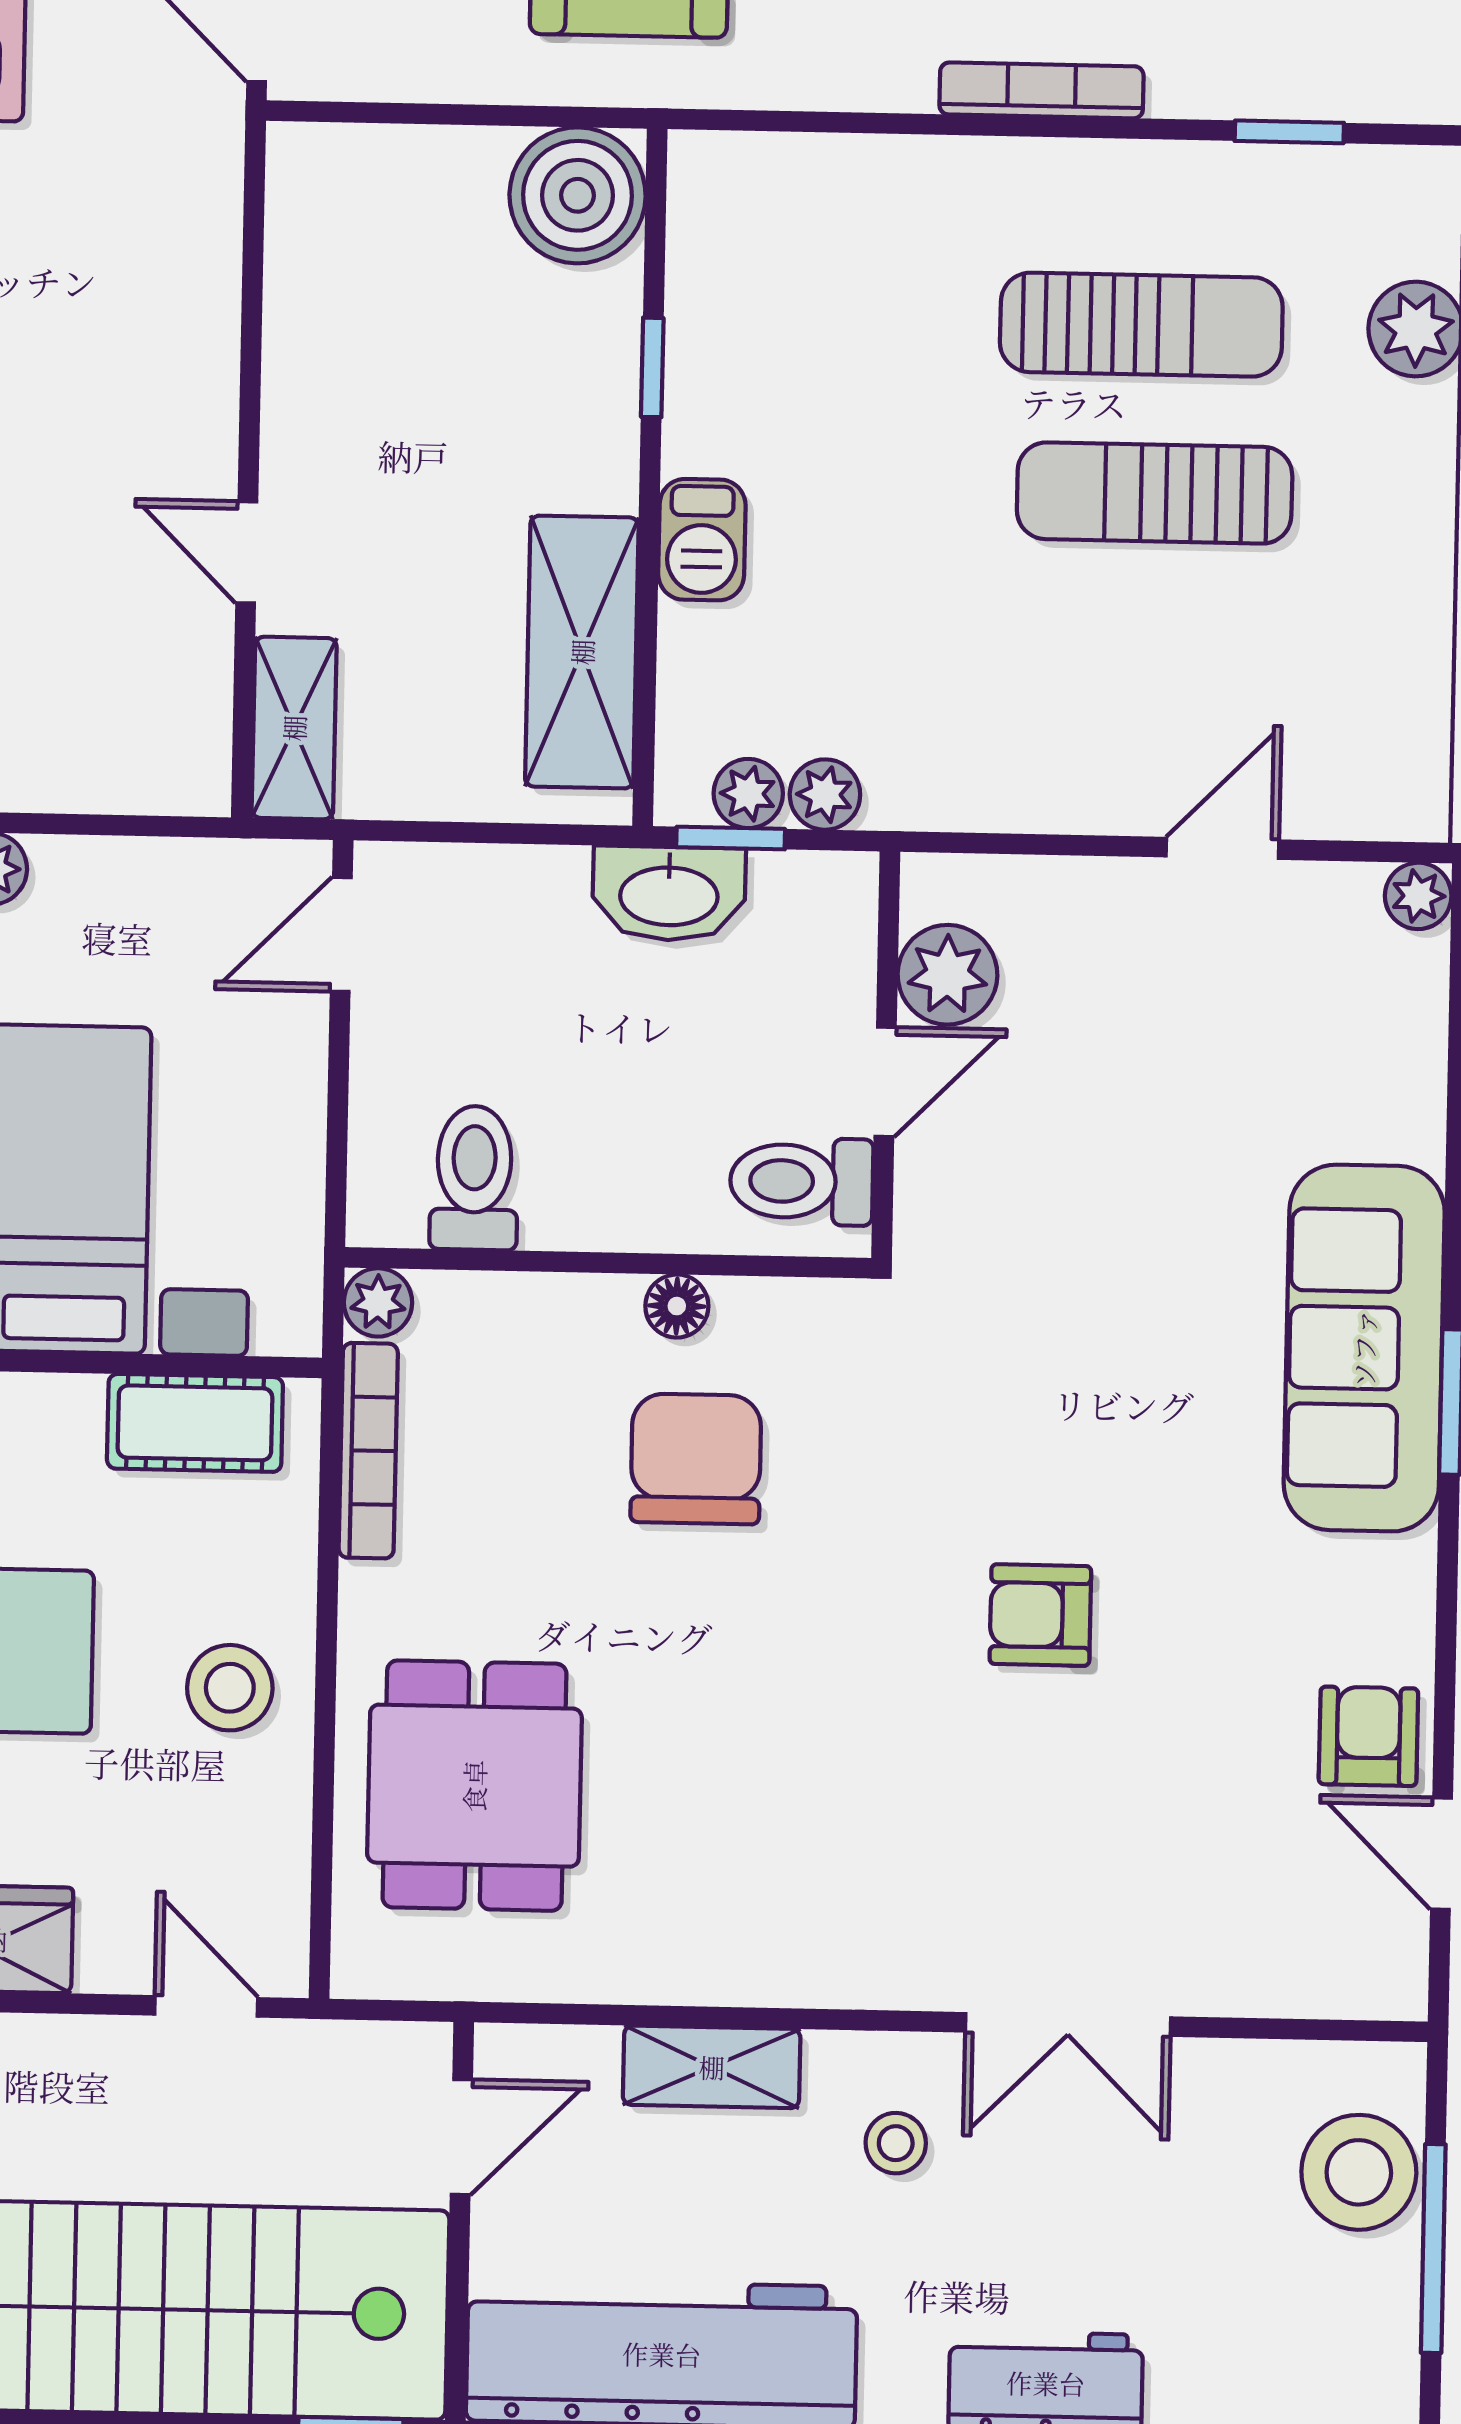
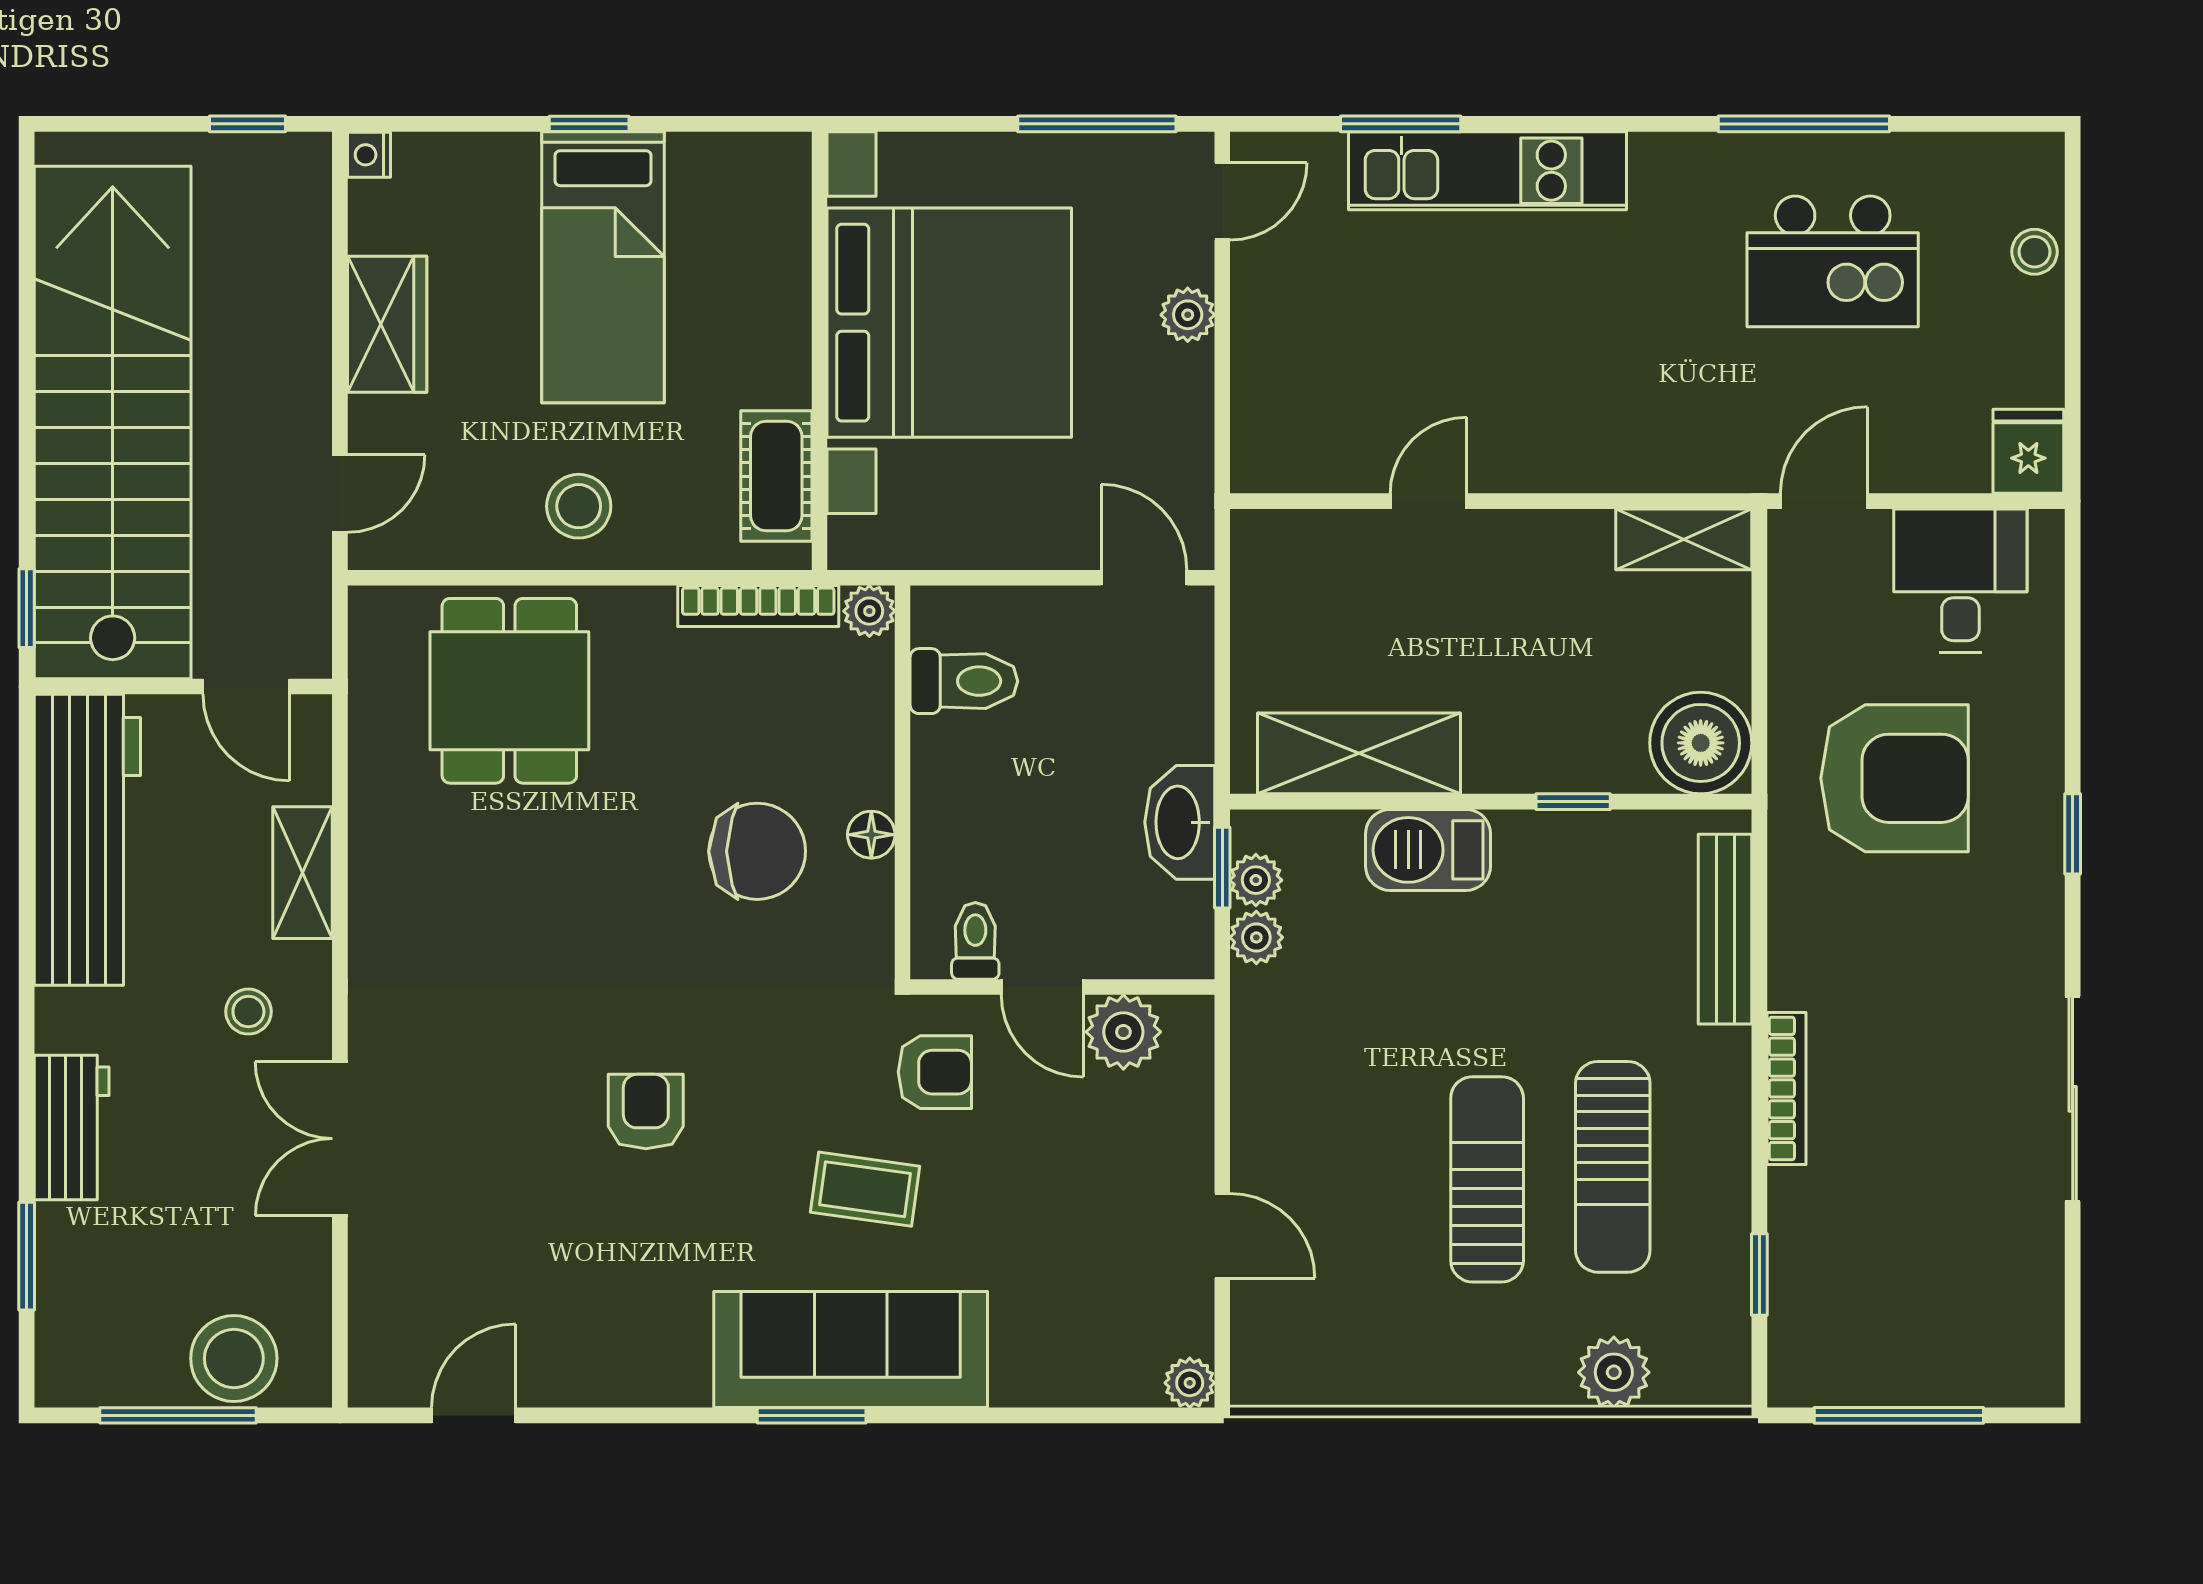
bench: (827, 168) -> (1725, 929), added
barbecue: (702, 540) -> (1428, 850), width x1.38, depth x1.27
shelving: (294, 728) -> (1684, 539), moved
toilet: (802, 1181) -> (975, 941), width x0.73, depth x0.72
coffee table: (1150, 1324) -> (865, 1189), added
armchair: (1368, 1736) -> (935, 1072), moved
dining table: (474, 1786) -> (509, 691), turned 90

